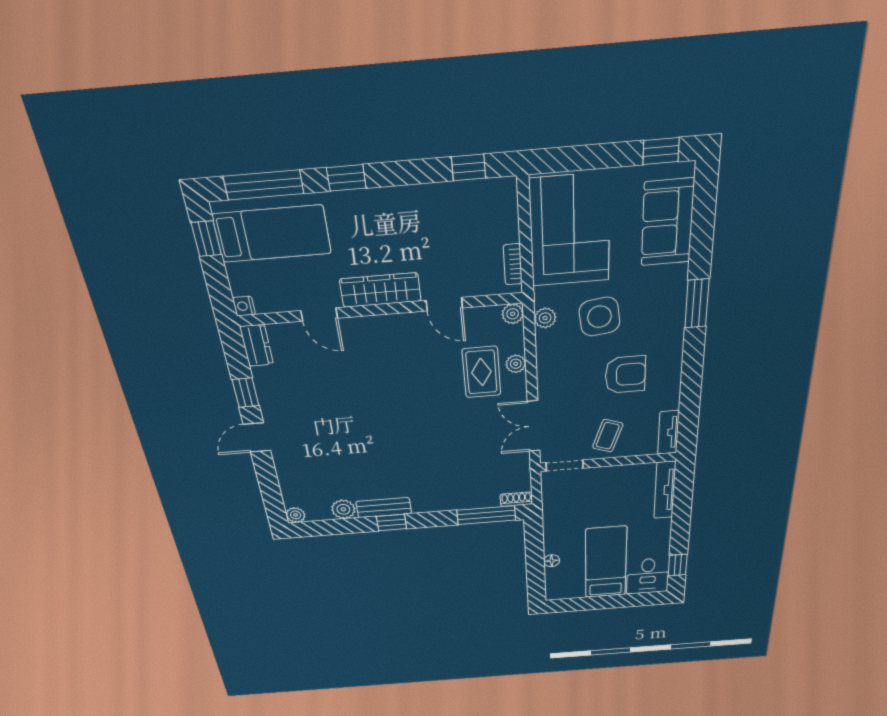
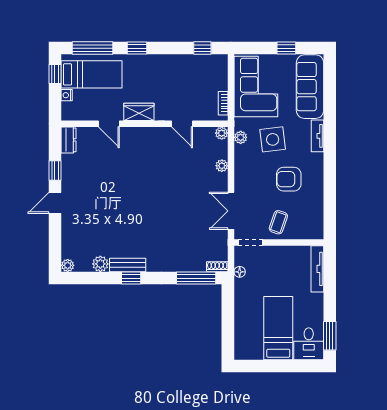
window: (661, 151) -> (286, 48), moved
sofa: (667, 223) -> (310, 87), width x1.36
wardrobe: (380, 290) -> (139, 112), width x0.67
window: (697, 304) -> (330, 136), removed
nightstand: (244, 306) -> (67, 95), moved
rug: (481, 372) -> (201, 169), removed
armchair: (625, 375) -> (289, 179), turned 180
tv unit: (668, 432) -> (317, 136), moved
floor lamp: (552, 561) -> (240, 272), moved
window: (678, 565) -> (330, 336), width x1.50

